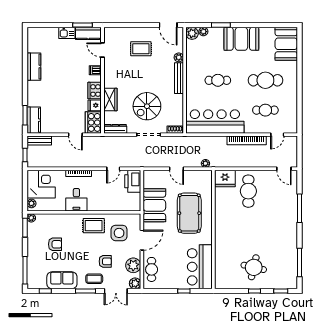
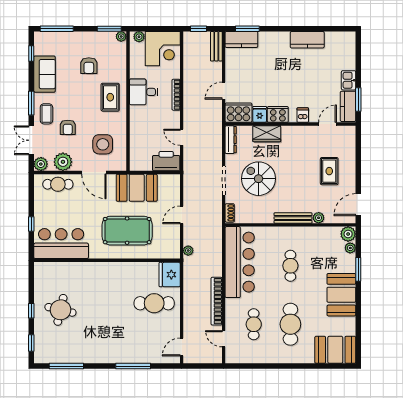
rug: (94, 226) -> (110, 97), moved

